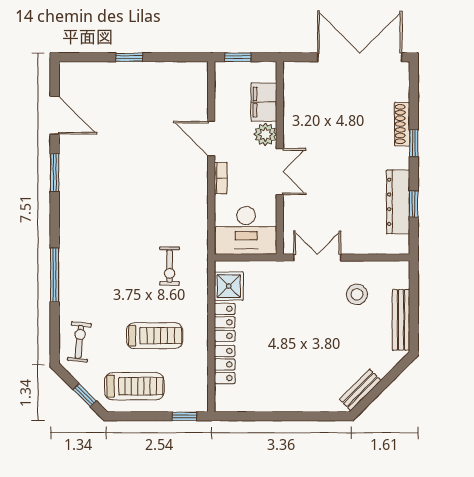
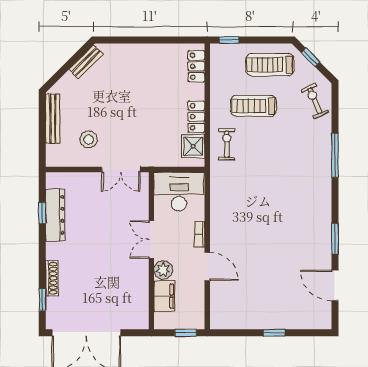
window: (414, 143) -> (42, 300), moved
exercise bike: (170, 266) -> (227, 144), moved
exercise bike: (79, 342) -> (315, 101), turned 150
locker: (225, 365) -> (196, 66), moved

